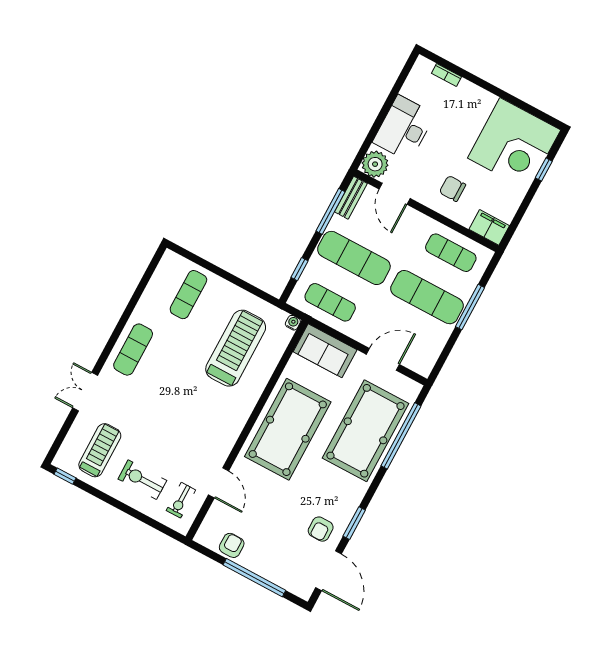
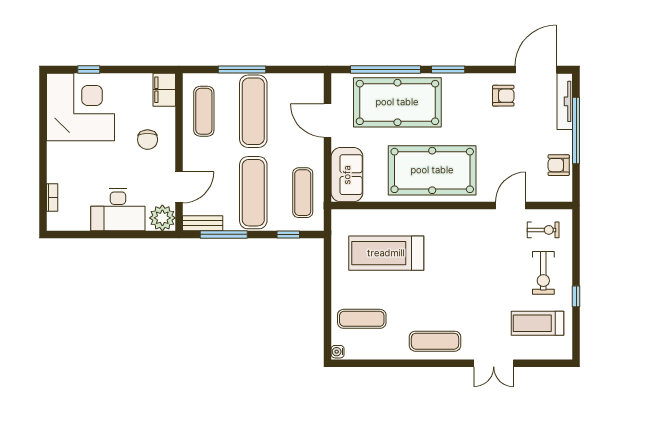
water cooler: (293, 323) -> (338, 352), moved
window: (65, 476) -> (576, 296), moved
window: (354, 523) -> (448, 69), moved
tv unit: (286, 582) -> (565, 101), added

